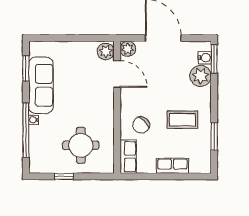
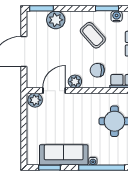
plant: (128, 49) -> (75, 82), moved
water cooler: (205, 58) -> (117, 16), moved
coffee table: (182, 120) -> (93, 35), turned -42
chair: (141, 125) -> (97, 70), turned 138

